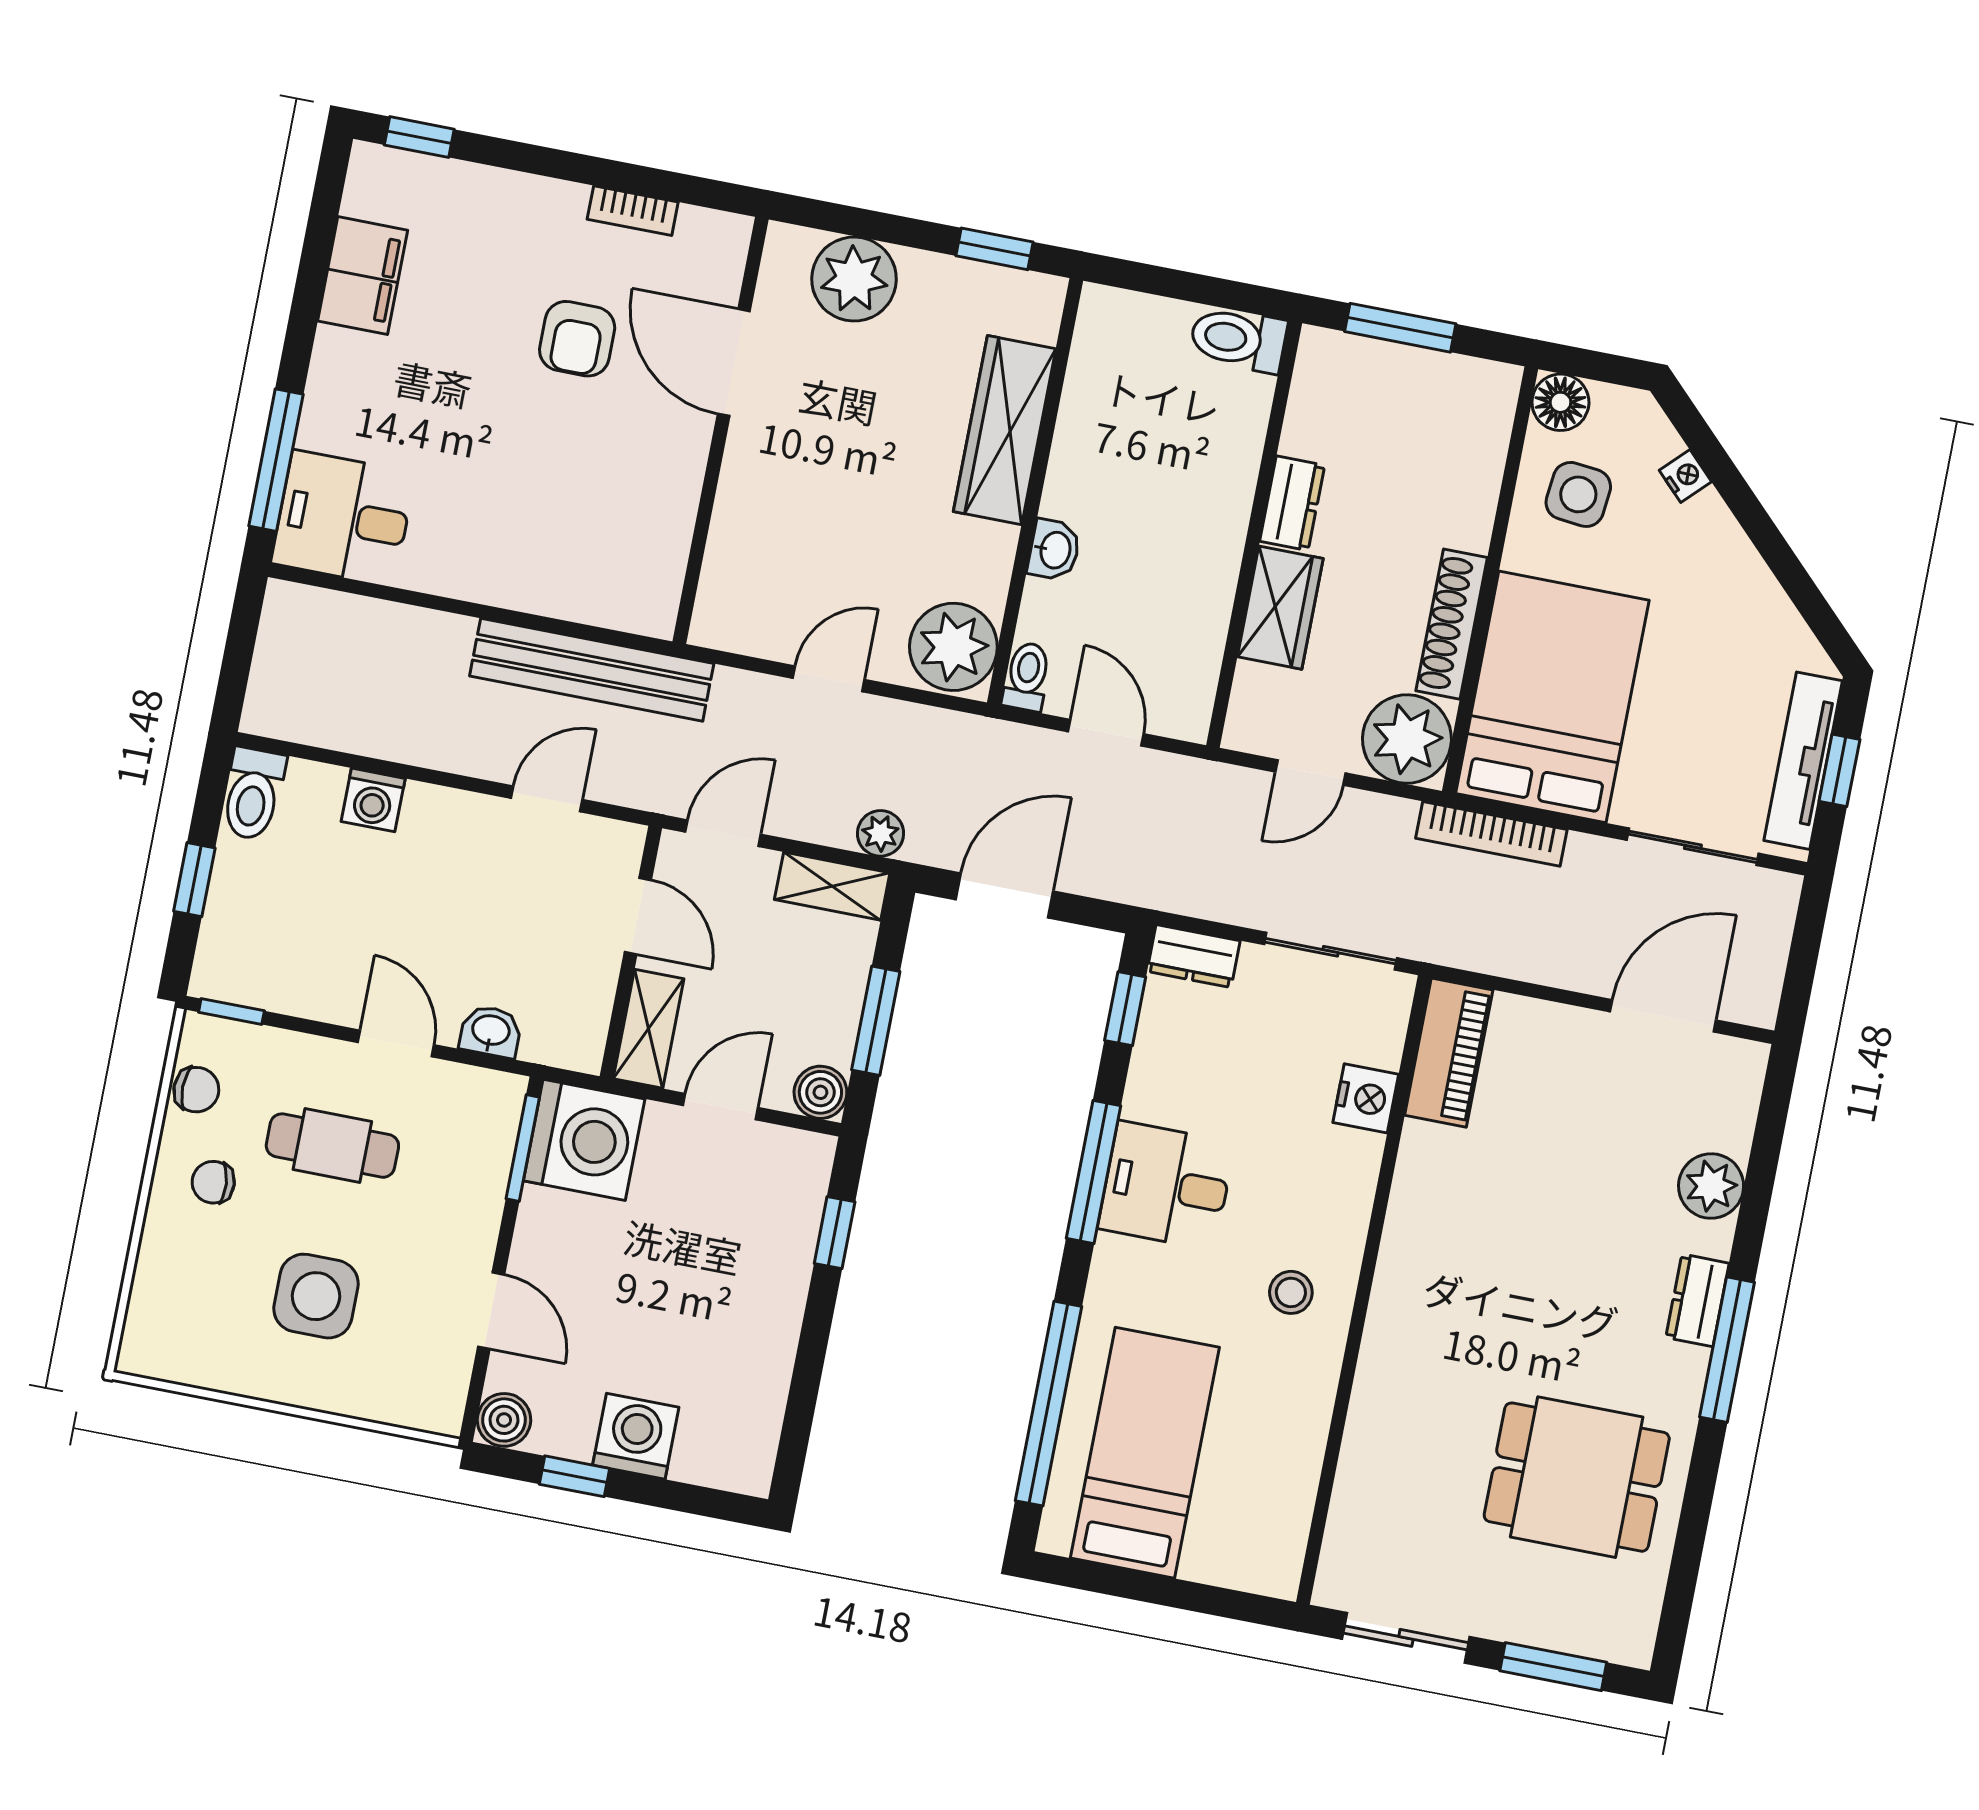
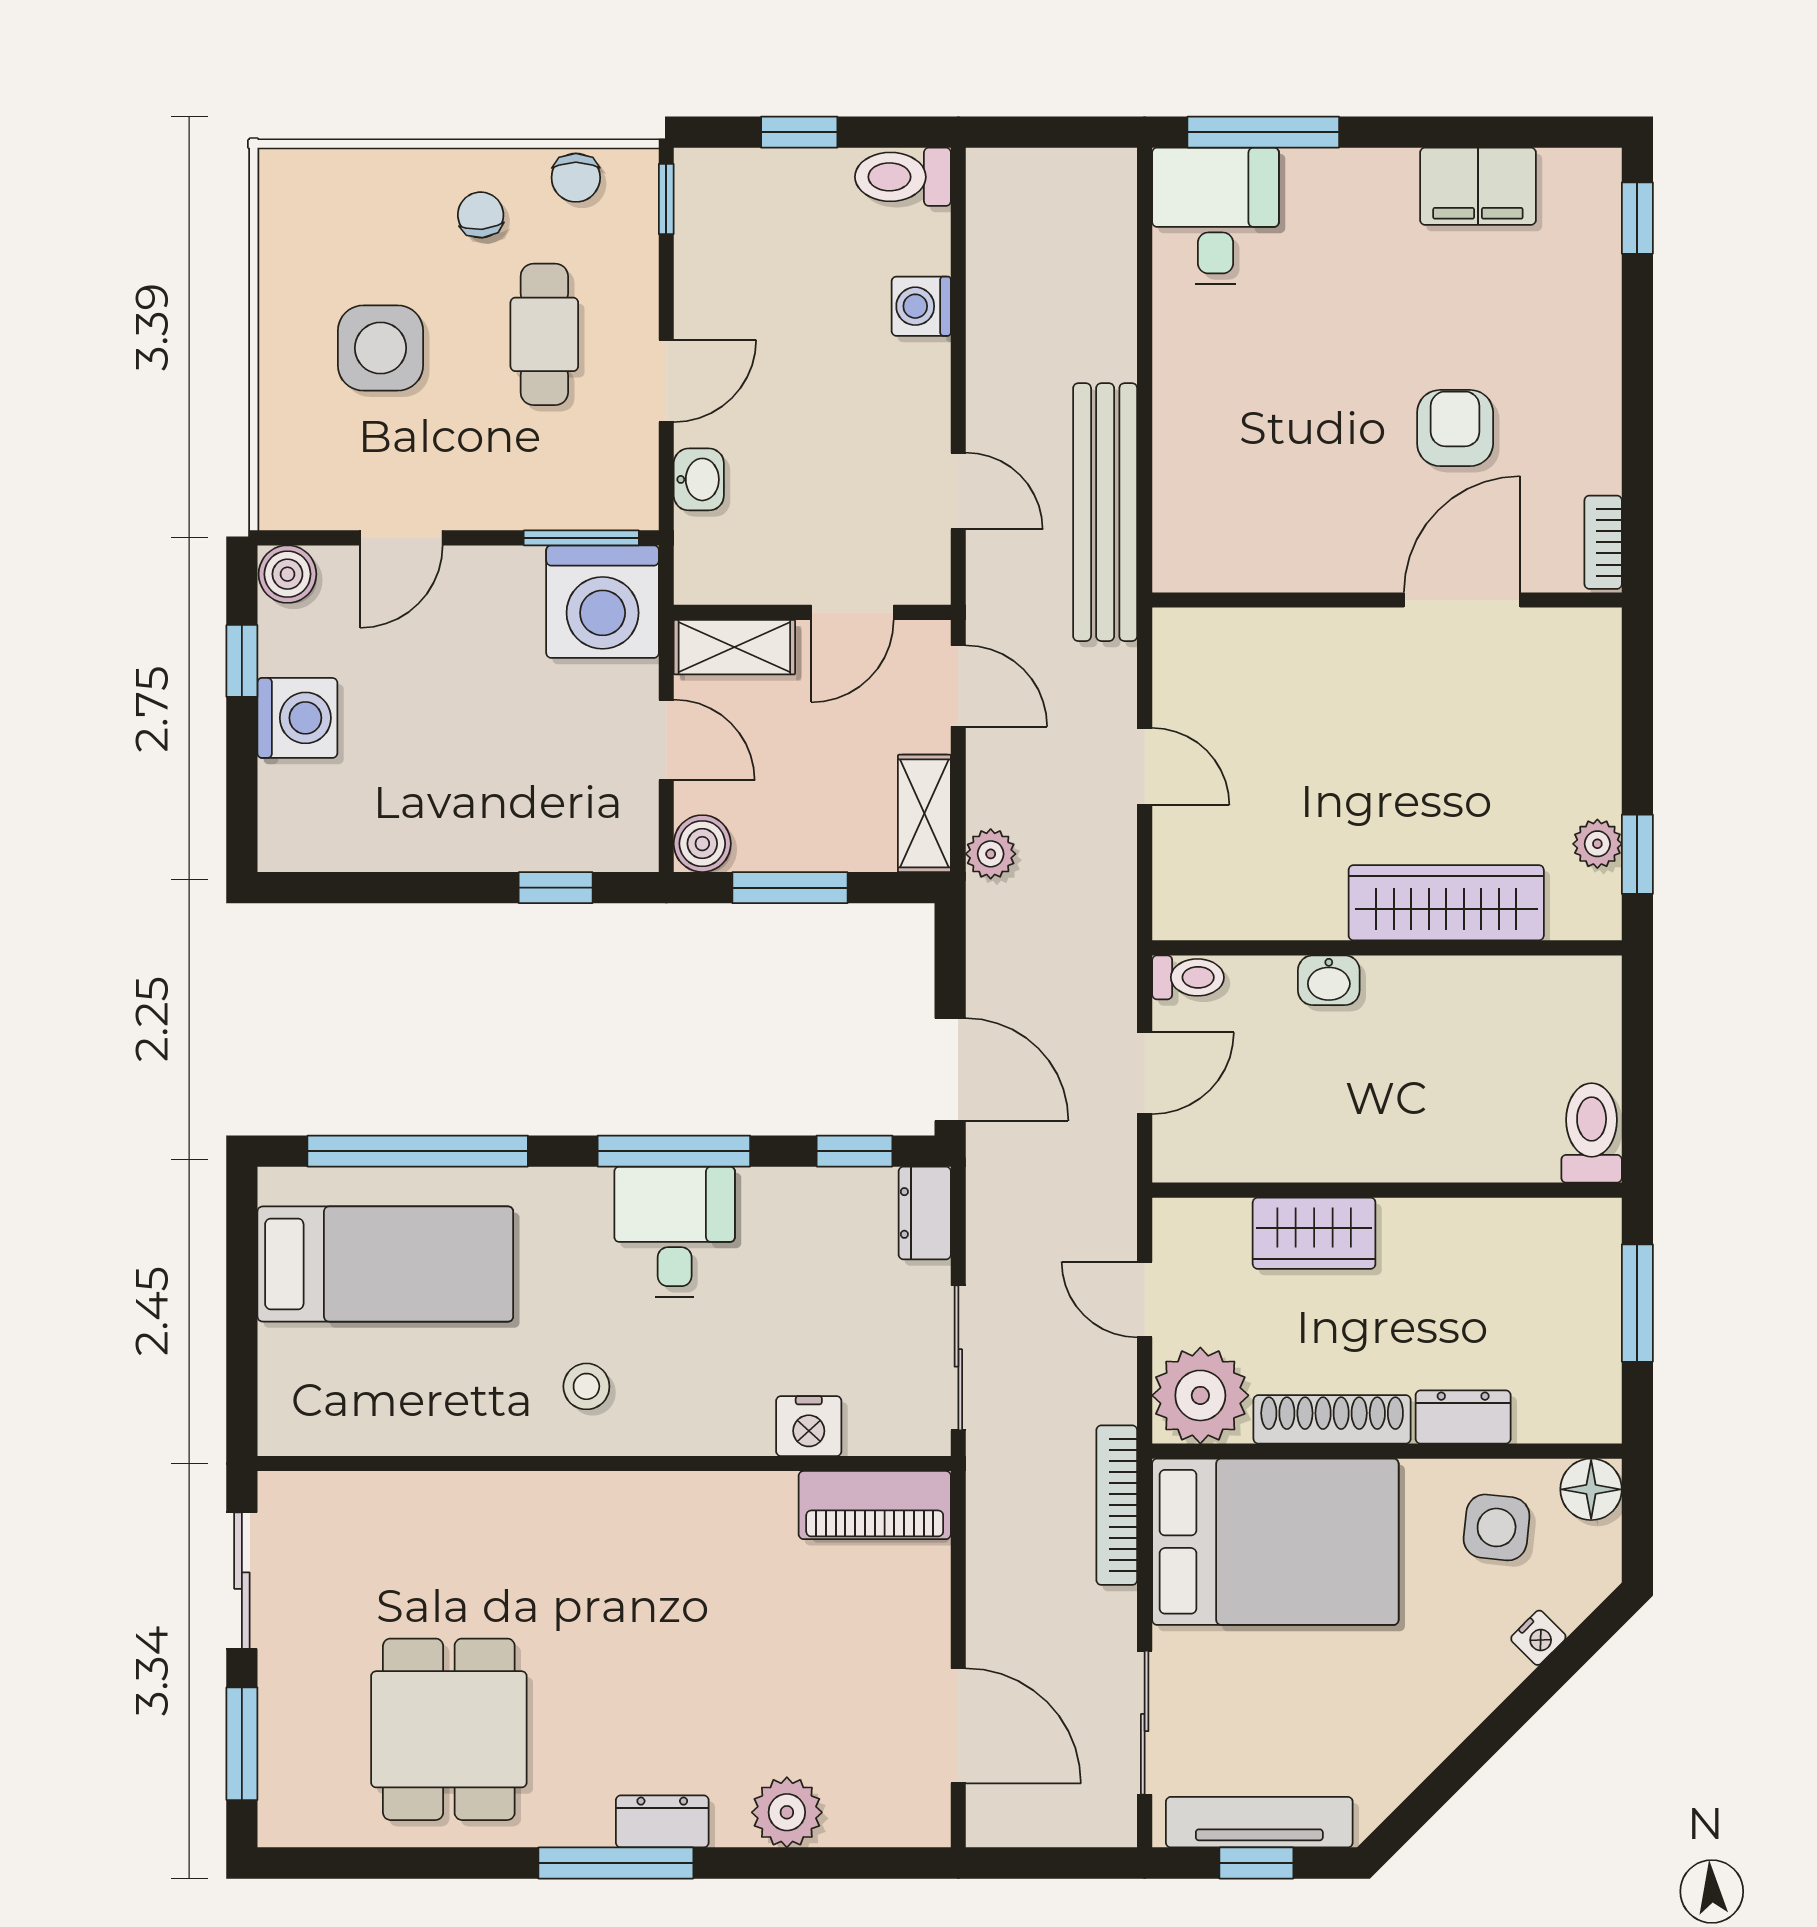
bookcase: (633, 211) -> (1603, 542), moved
plant: (854, 279) -> (1597, 844), moved, width x0.53, depth x0.53
armchair: (577, 339) -> (1455, 428), turned 90
dresser: (1292, 503) -> (1463, 1417), moved, turned 180
plant: (953, 647) -> (1205, 893), removed
door: (1005, 895) -> (950, 1070), moved

